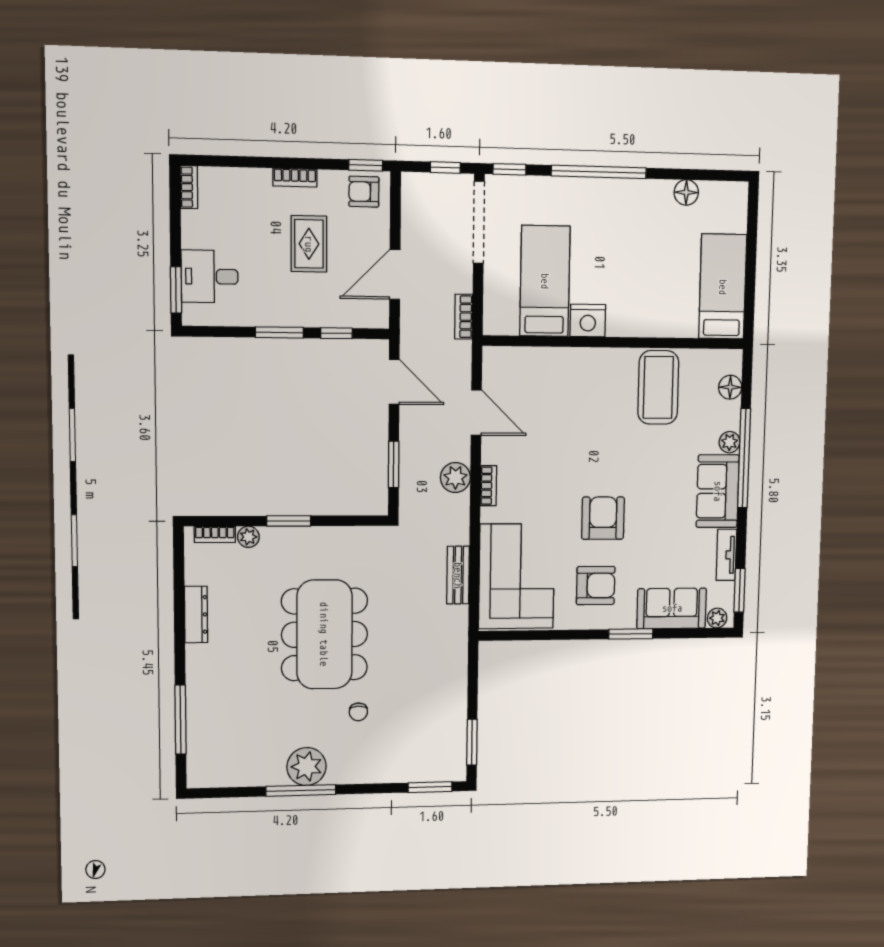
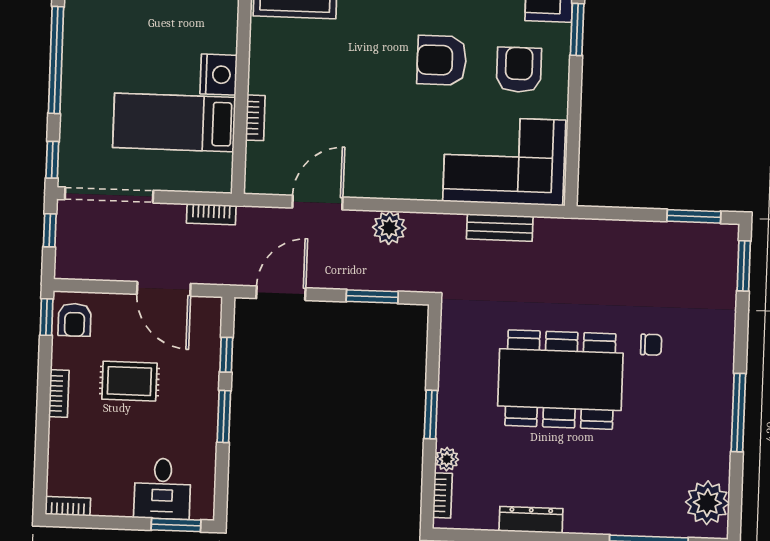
bookcase: (488, 486) -> (255, 118), moved, turned 90
plant: (307, 767) -> (707, 503), moved

